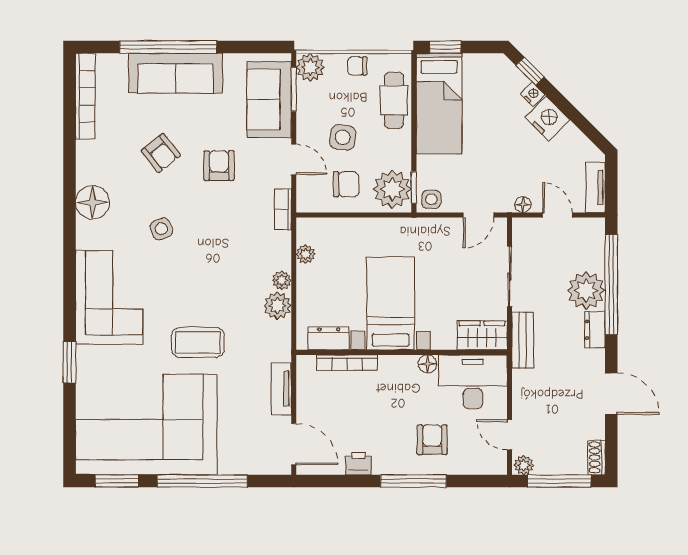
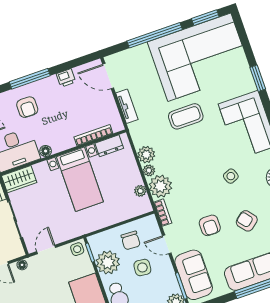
chair: (346, 184) -> (131, 240), turned -87
plant: (392, 189) -> (108, 262), moved
plant: (273, 250) -> (160, 186), added

